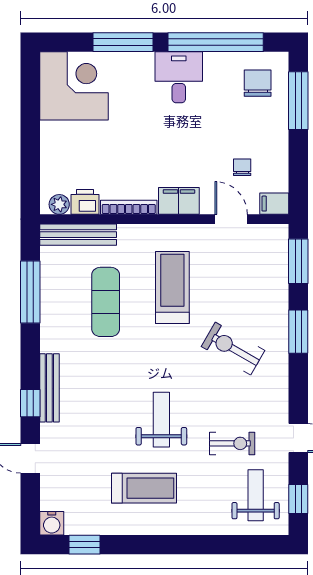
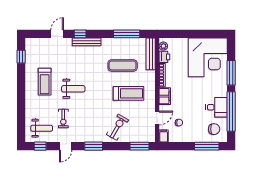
desk: (179, 77) -> (217, 107), moved
corner desk: (74, 86) -> (208, 57), width x1.36, depth x1.36
window: (298, 332) -> (94, 146), moved
exercise bike: (233, 348) -> (117, 127), moved
water cooler: (52, 523) -> (30, 43), removed

